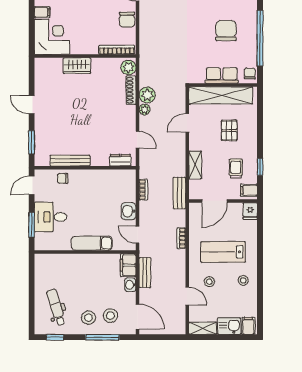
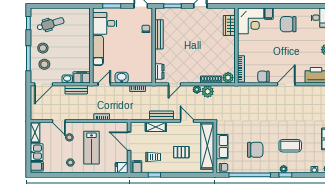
wardrobe: (77, 66) -> (229, 25), moved
bench: (179, 193) -> (162, 115), moved
desk: (50, 217) -> (105, 23), moved, turned -90
lab bench: (223, 252) -> (91, 148), turned 180
door: (187, 296) -> (59, 121), hinge flipped

